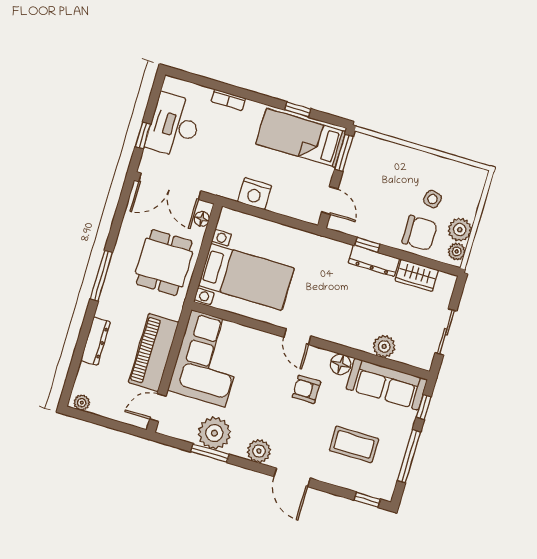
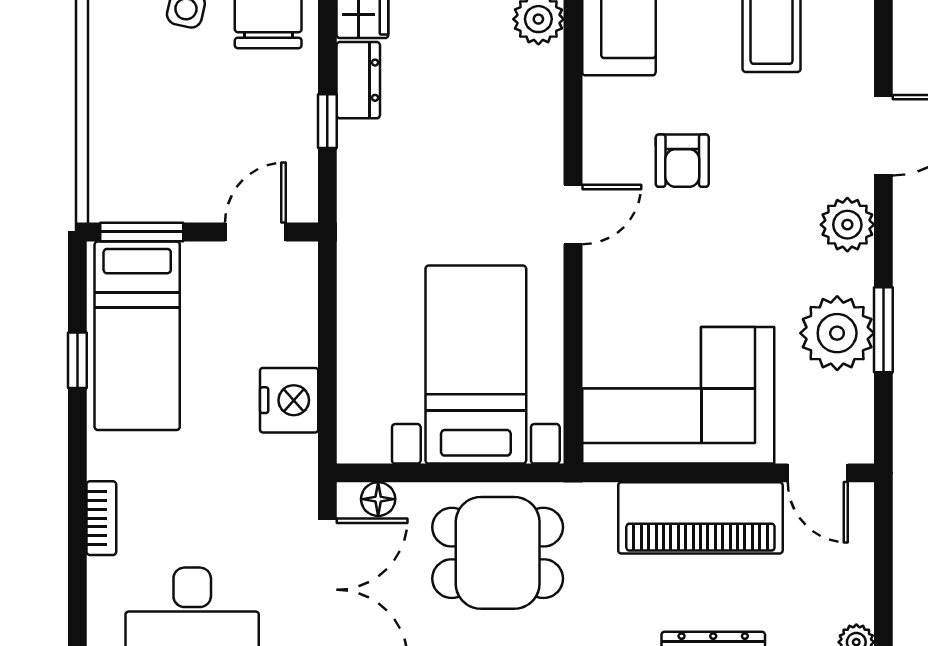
dresser: (374, 261) -> (358, 80), width x0.70
floor lamp: (341, 364) -> (605, 102), removed

